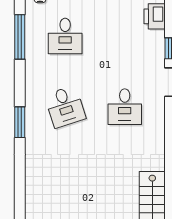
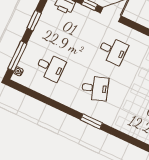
window: (20, 37) -> (37, 96), removed

